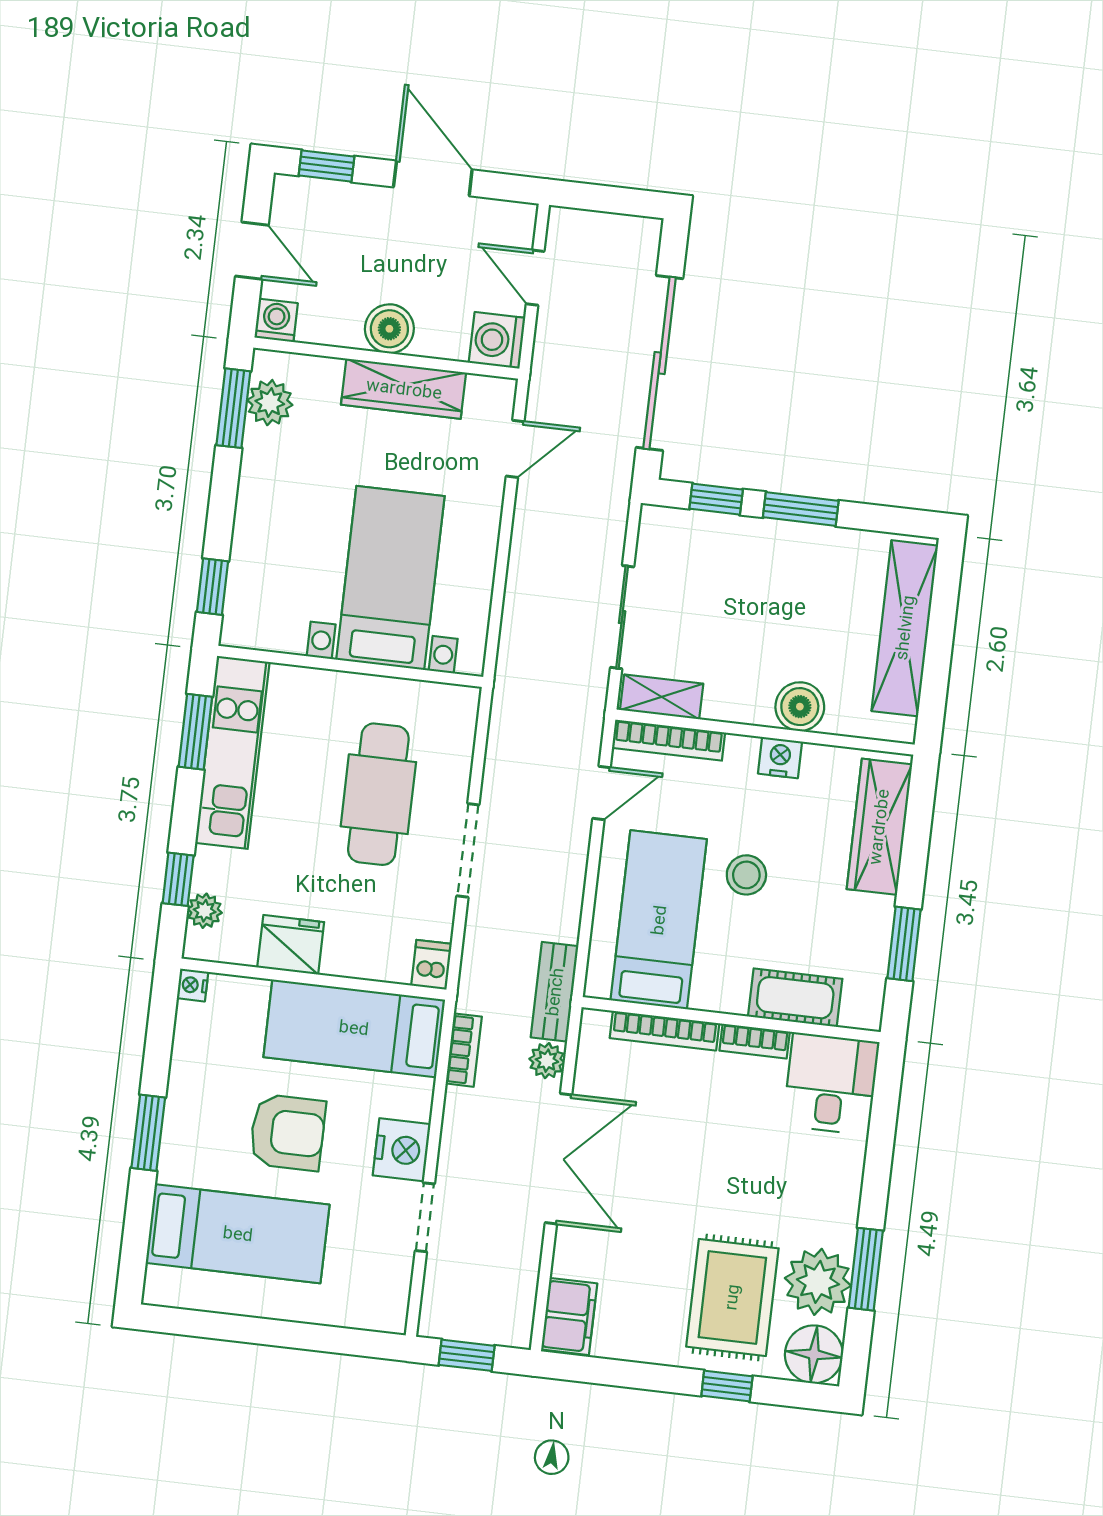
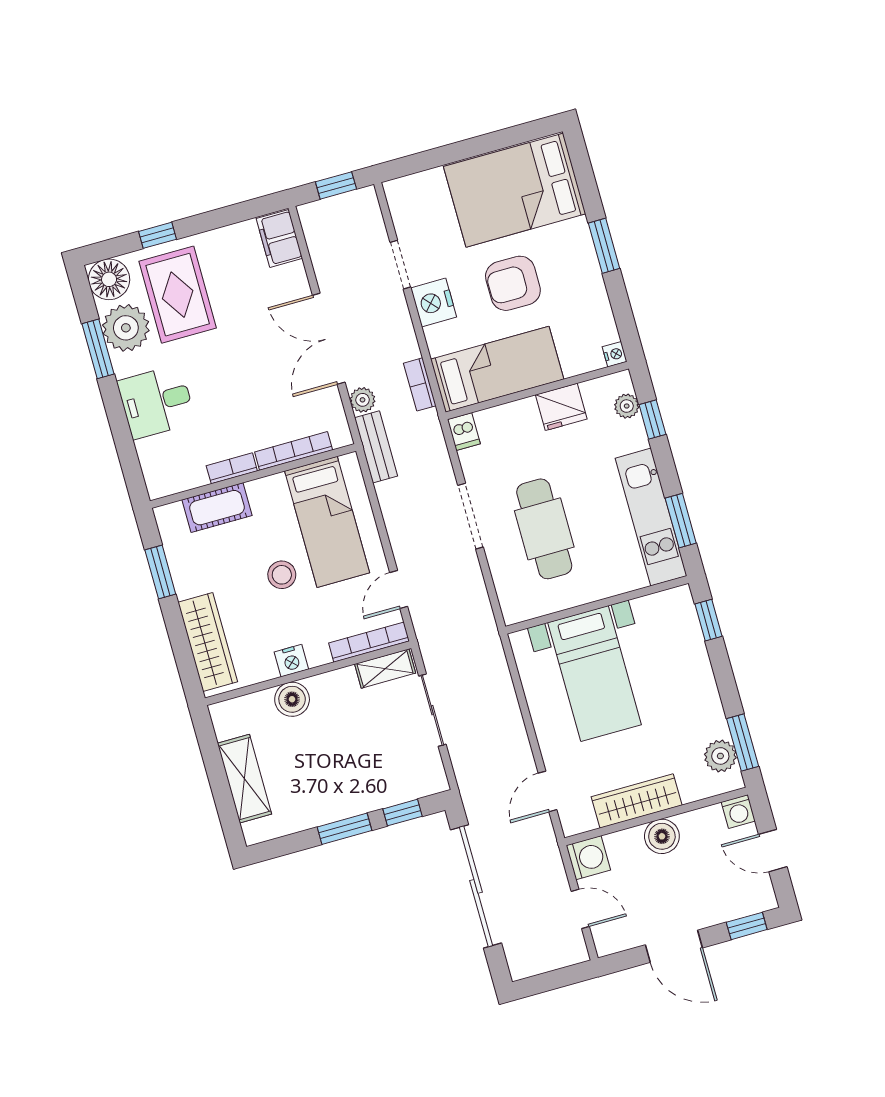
shelving: (905, 628) -> (244, 779), width x0.68
desk: (831, 1084) -> (156, 402), moved, turned 90
bed: (238, 1234) -> (515, 190), width x1.50

